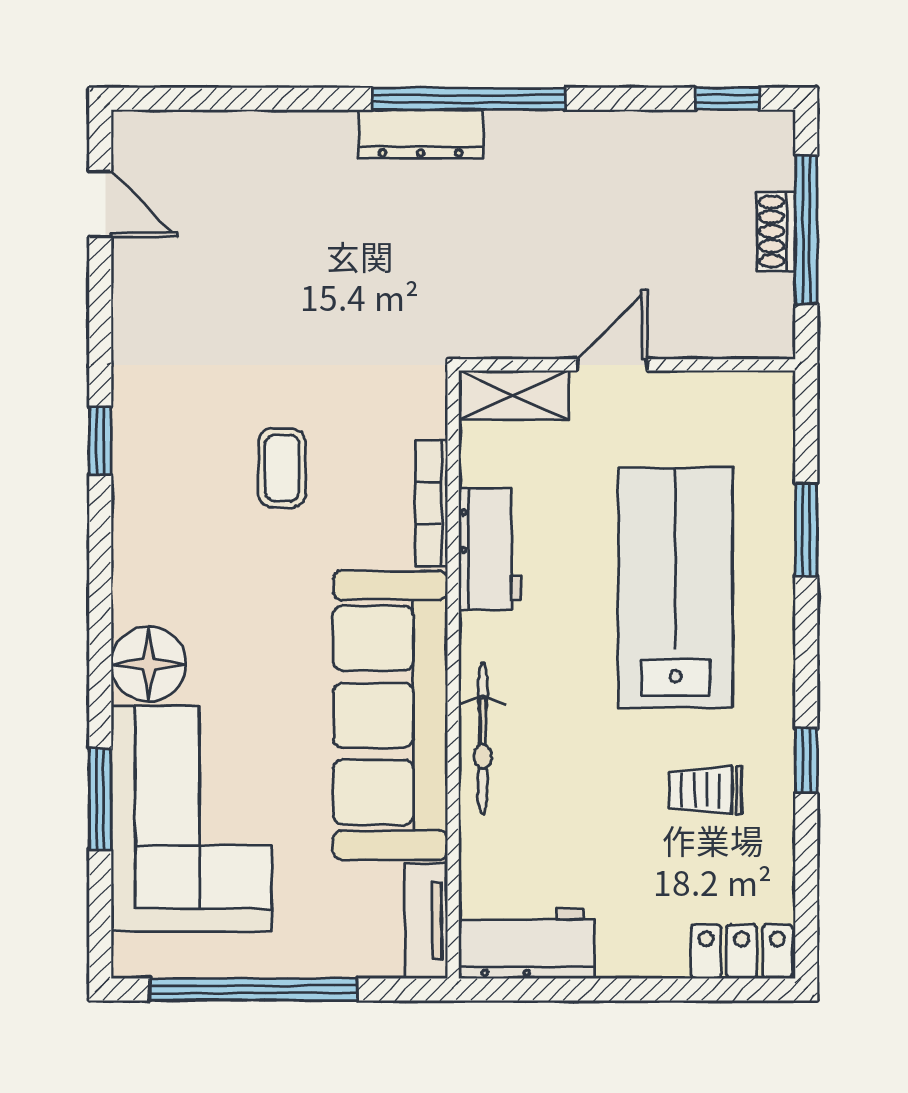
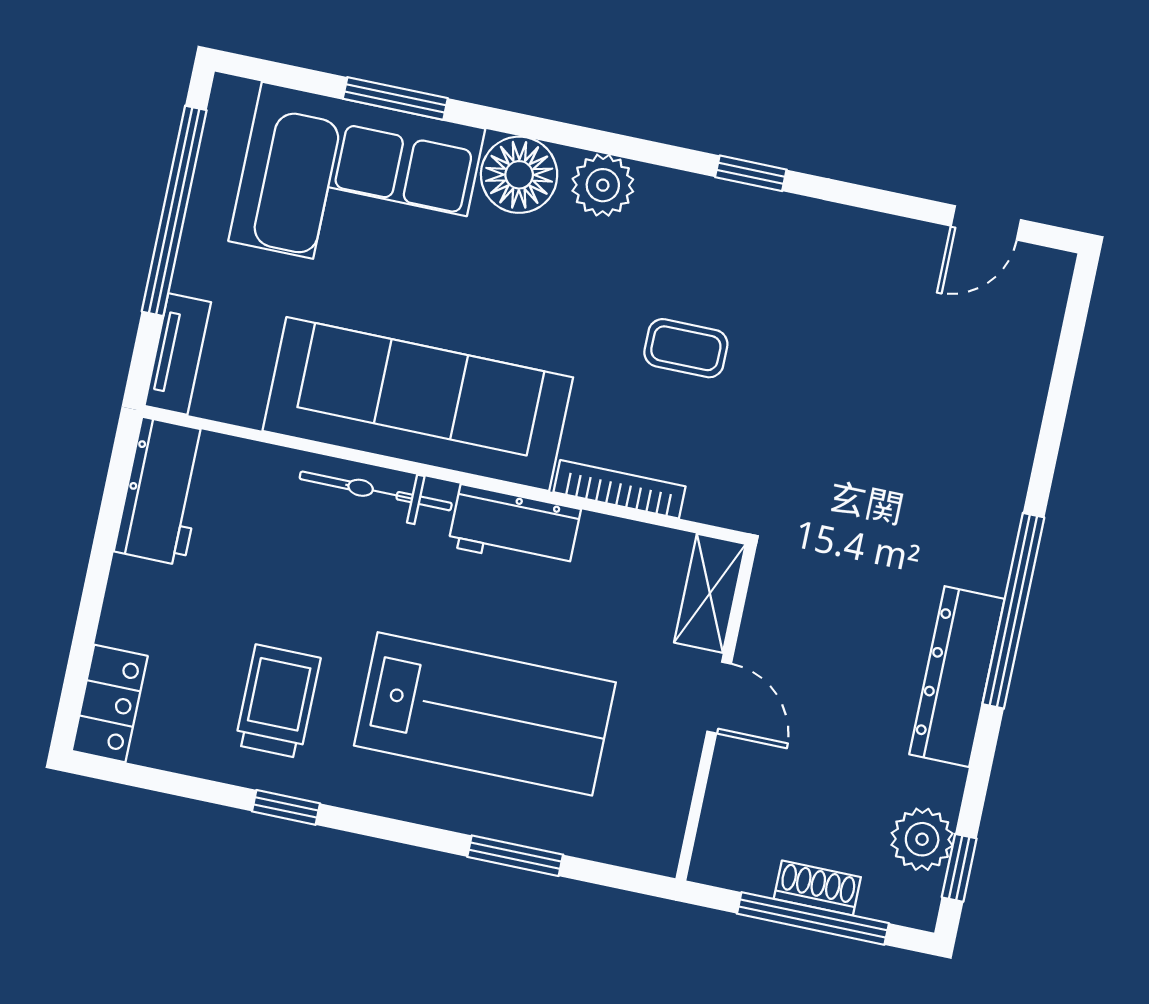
dresser: (421, 134) -> (957, 677), moved, width x1.37, depth x1.24
plant: (708, 140) -> (922, 839), added
workbench: (490, 549) -> (514, 528), moved
plant: (142, 581) -> (603, 185), added
trolley: (706, 790) -> (278, 701), width x1.36, depth x1.39
tv unit: (426, 921) -> (178, 354), moved, turned 90

